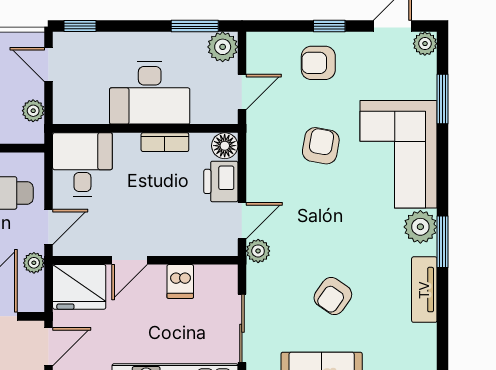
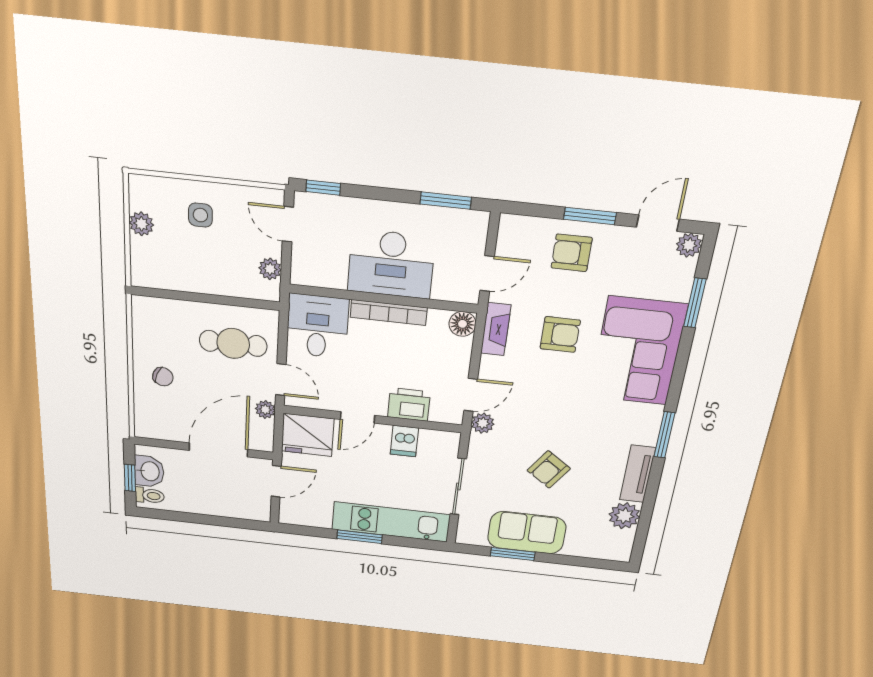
window: (329, 26) -> (590, 216), width x1.50
plant: (223, 47) -> (473, 225), removed
bookcase: (165, 142) -> (389, 312), width x1.56
armchair: (321, 146) -> (560, 335), turned 80
fireplace: (258, 147) -> (496, 329), added
printer: (221, 181) -> (409, 404), moved, turned 90
door: (49, 227) -> (281, 380), hinge flipped
plant: (420, 227) -> (624, 516), moved

